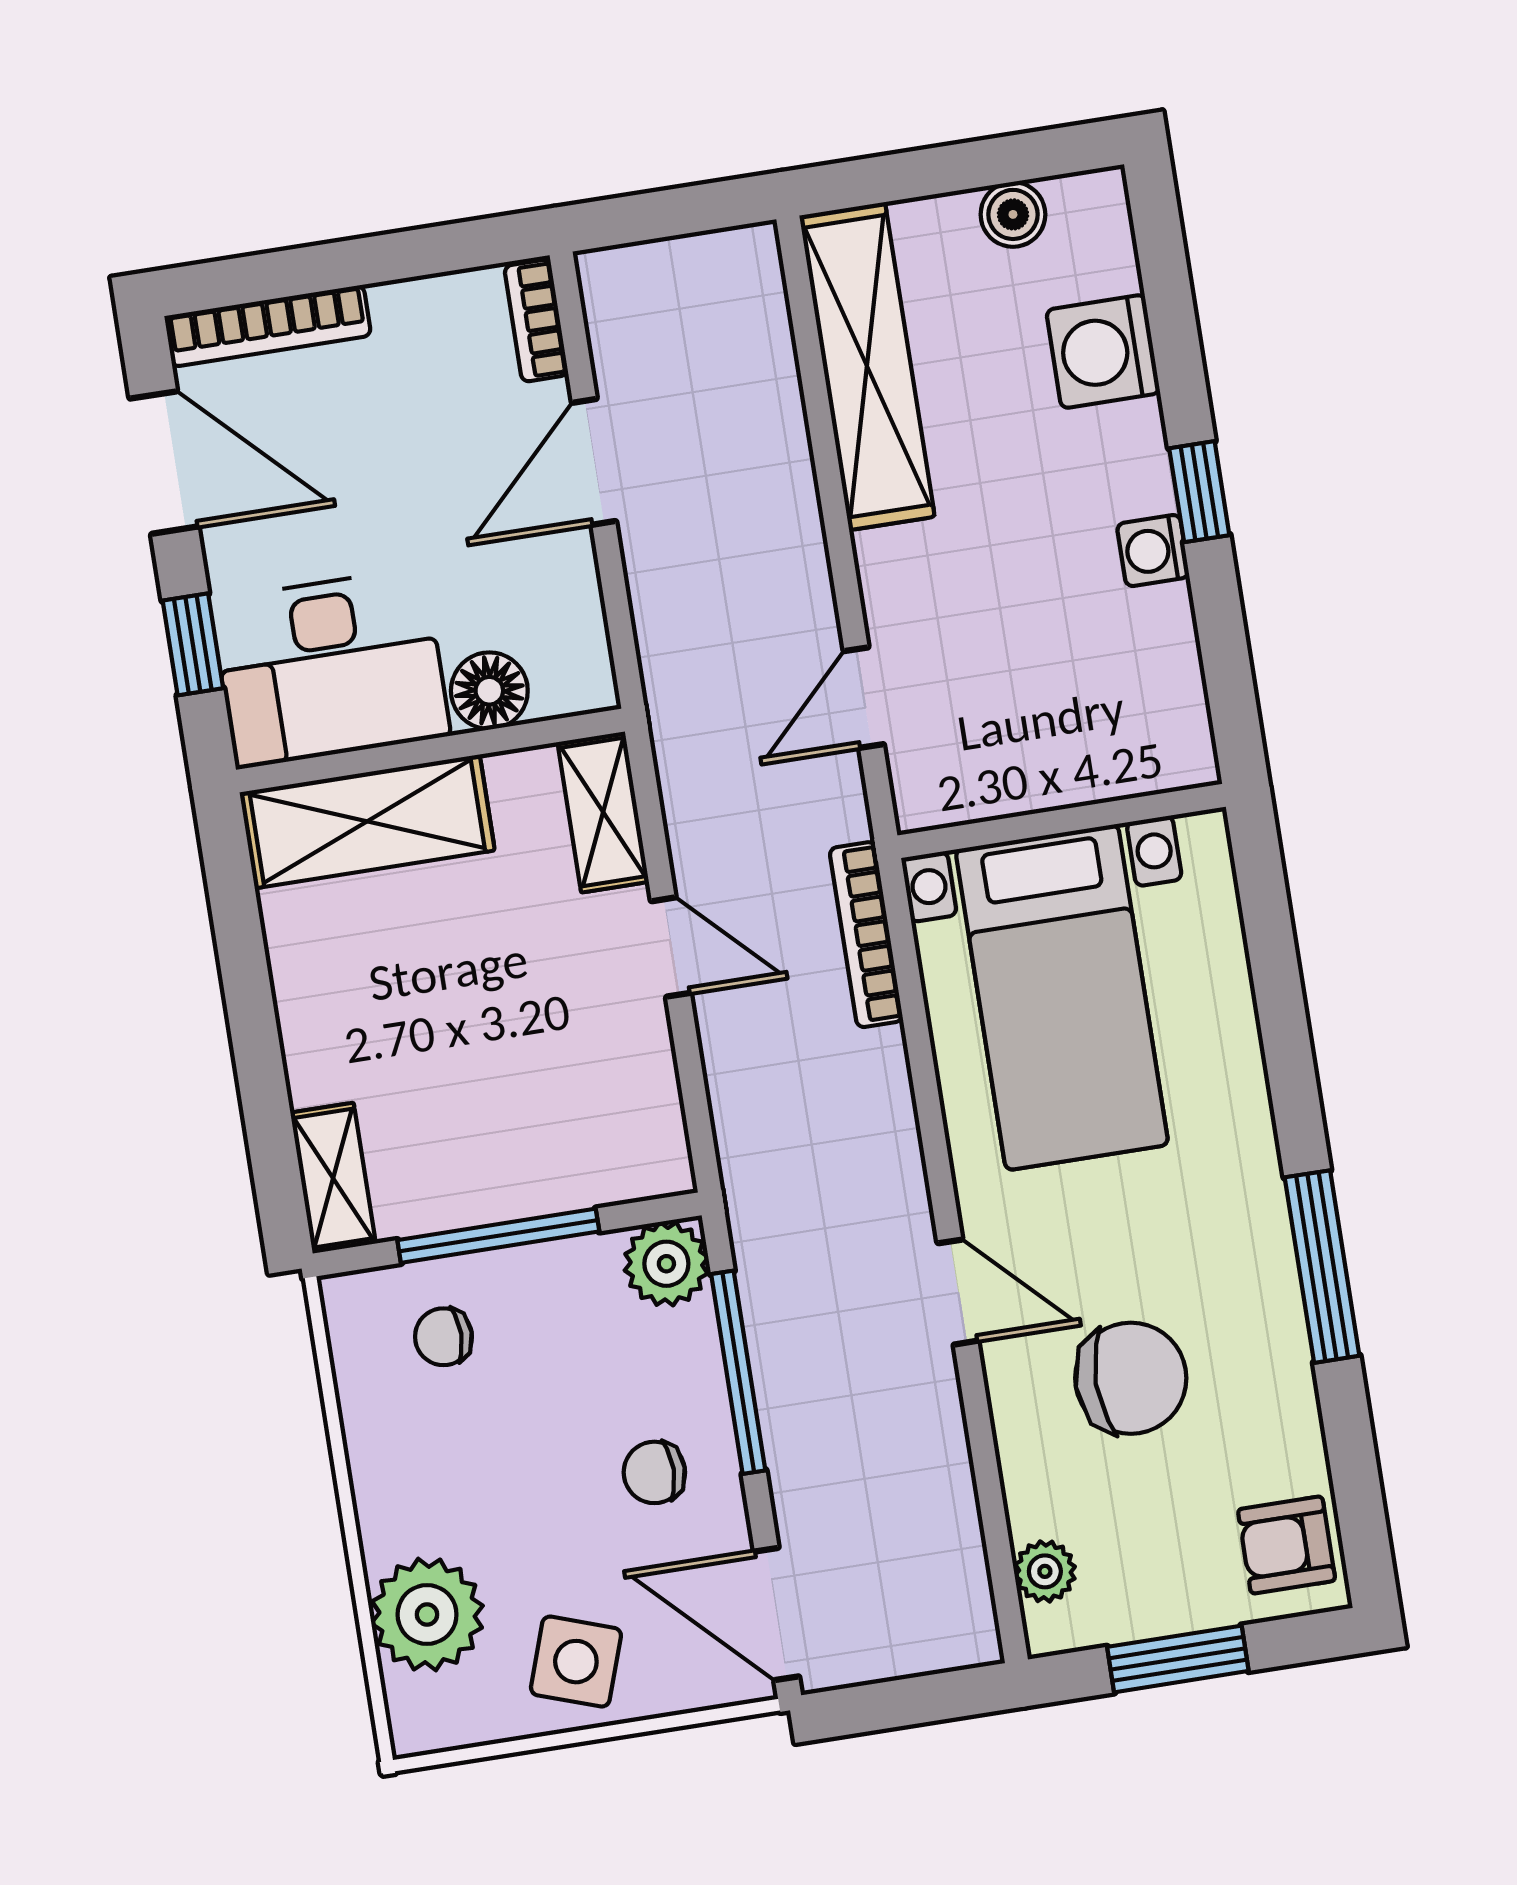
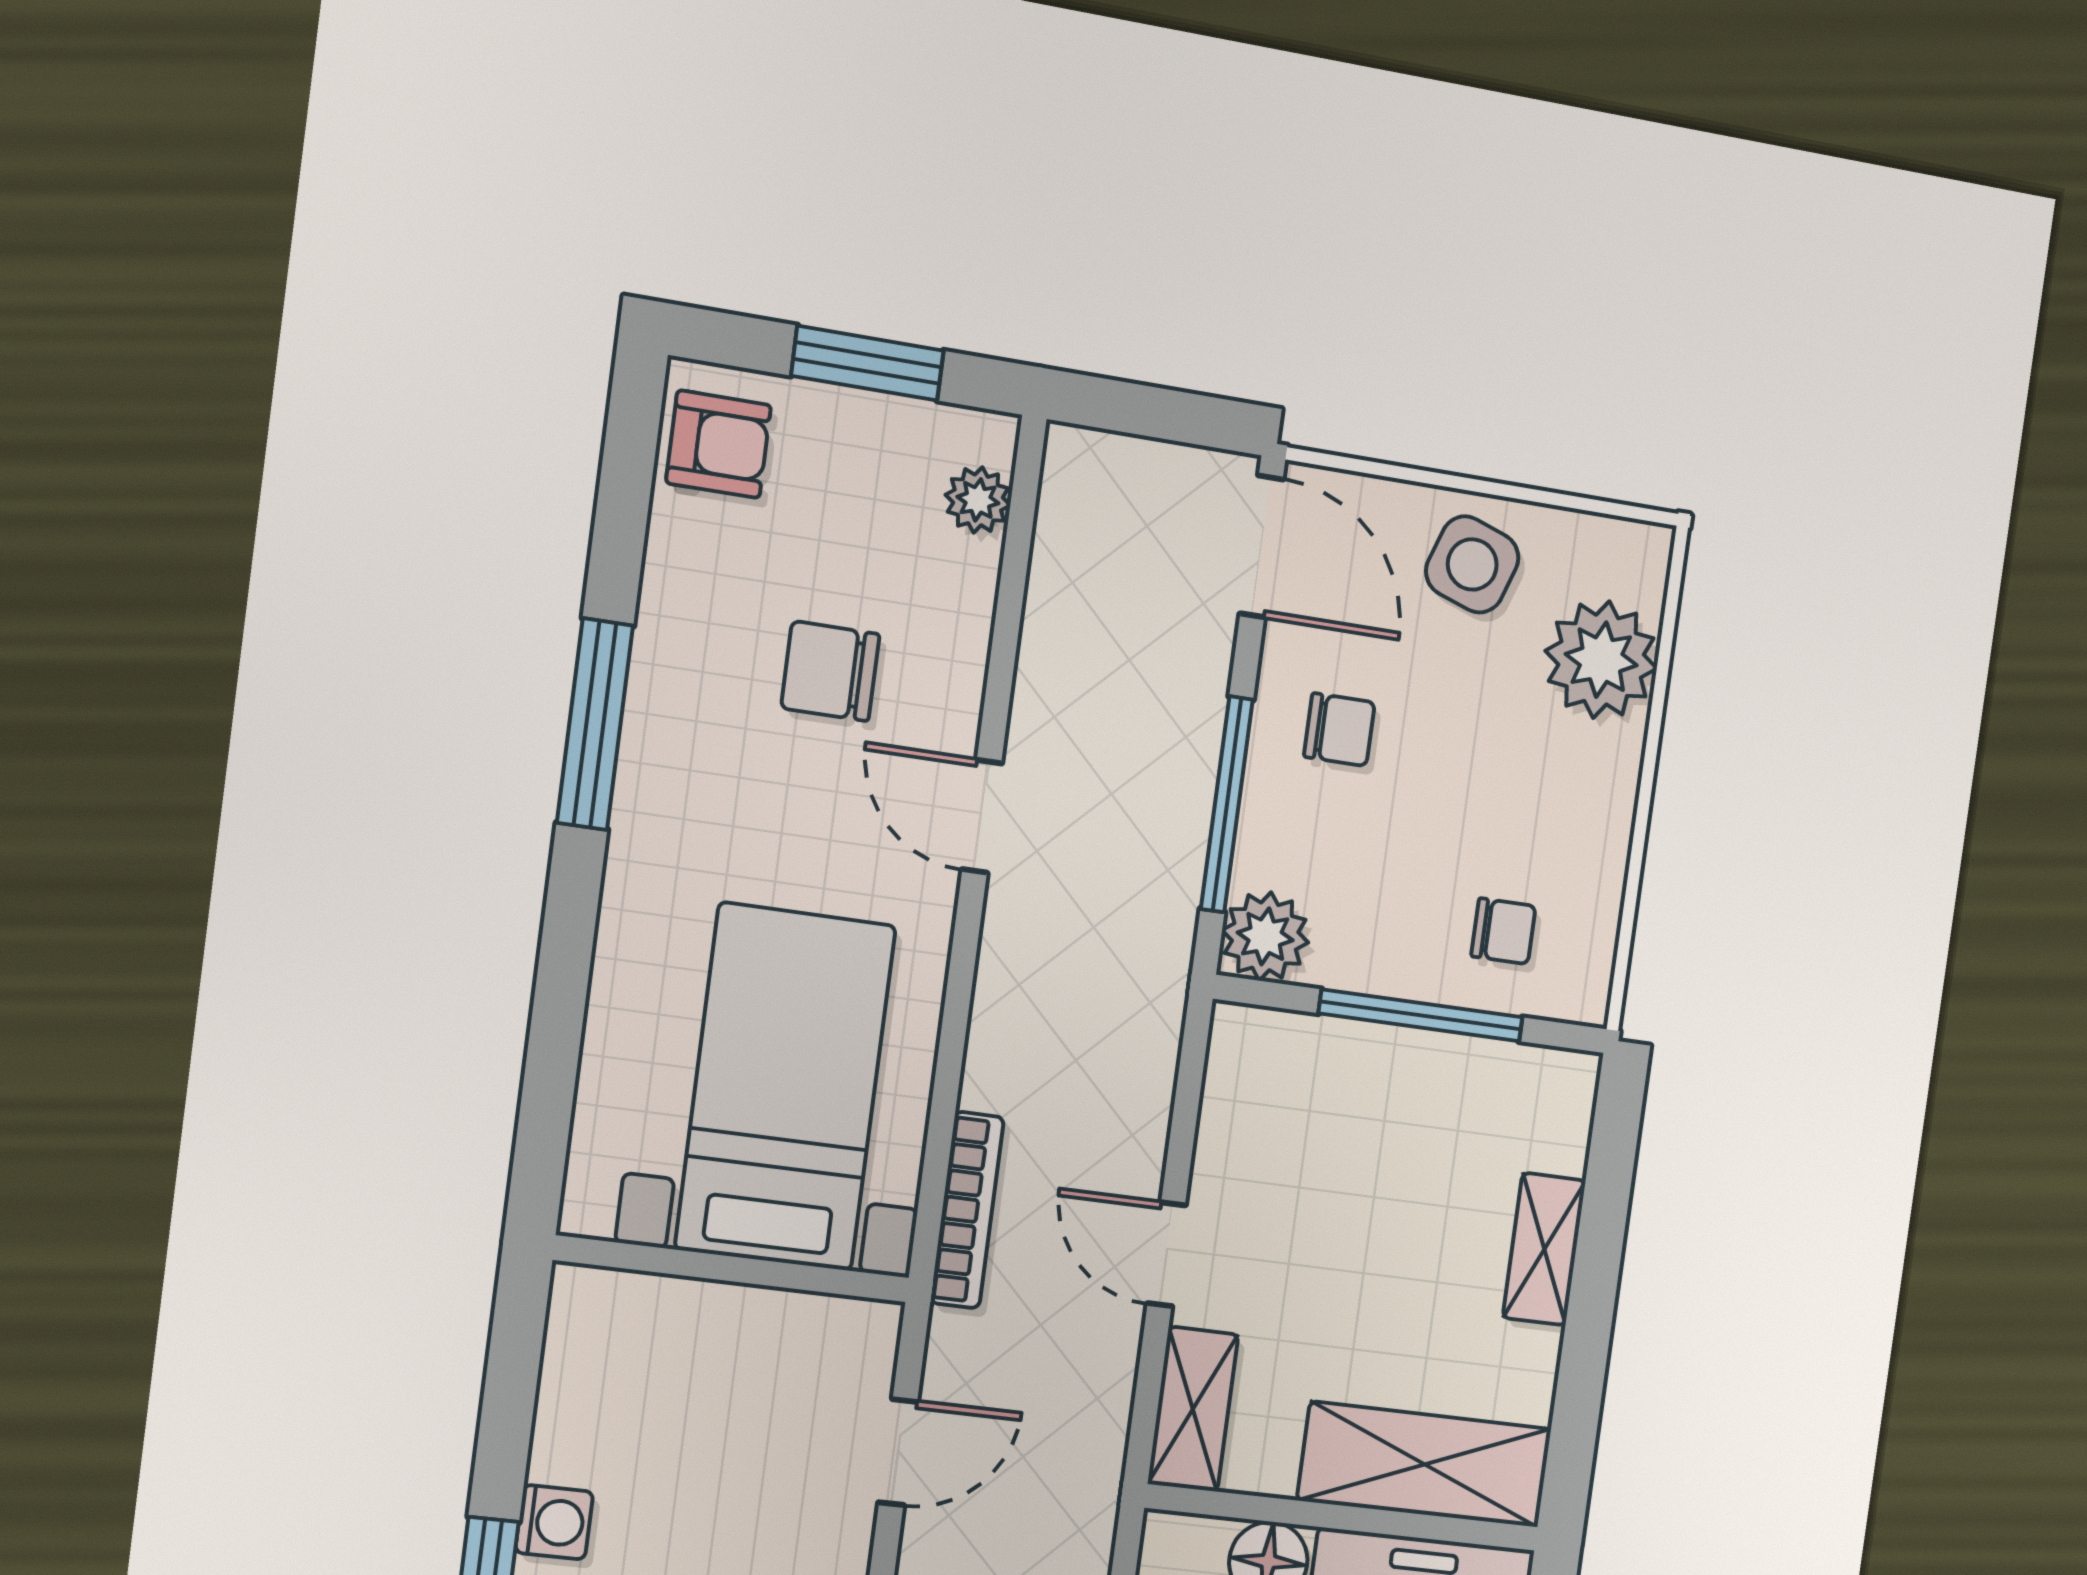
shelving: (333, 1178) -> (1544, 1249), moved
chair: (1131, 1378) -> (830, 671), width x0.73, depth x0.73

